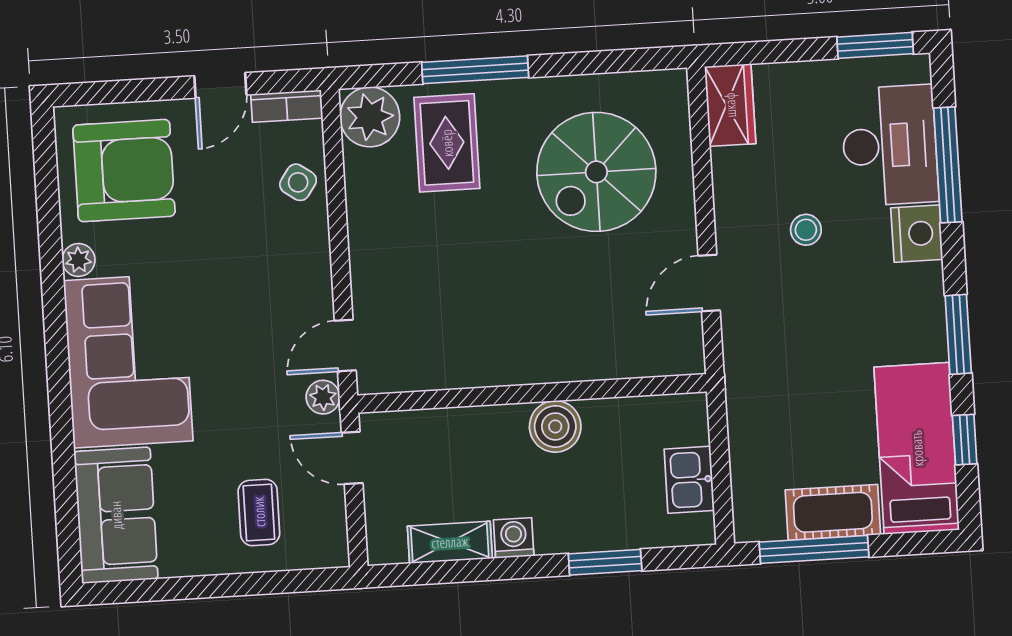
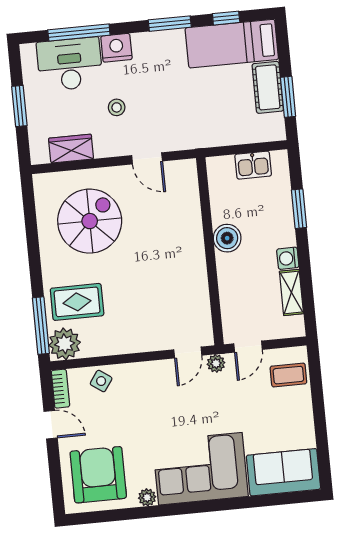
window: (875, 45) -> (19, 106), moved
window: (475, 70) -> (41, 326), moved
wardrobe: (730, 105) -> (71, 149), moved
spiral stairs: (596, 172) -> (90, 221), turned -90
door: (345, 346) -> (188, 352), hinge flipped
coffee table: (259, 512) -> (288, 375), moved
window: (814, 549) -> (288, 97), width x0.69

